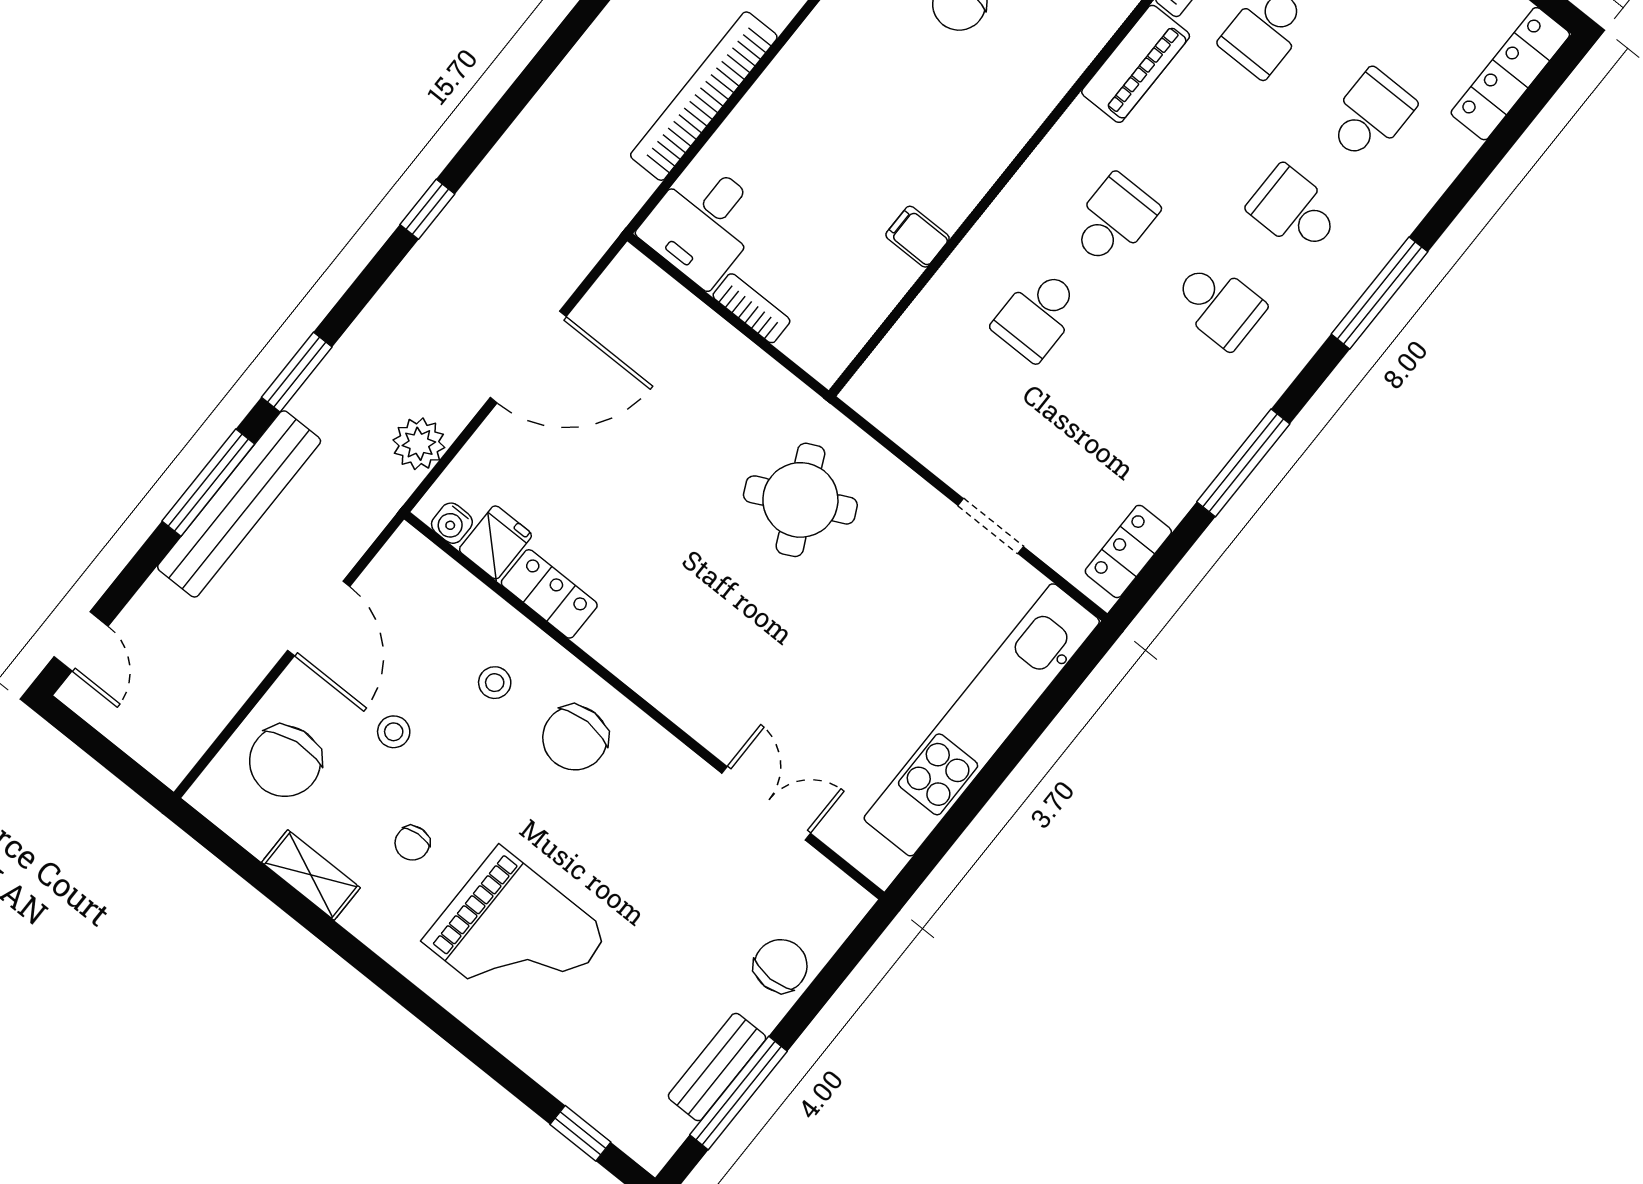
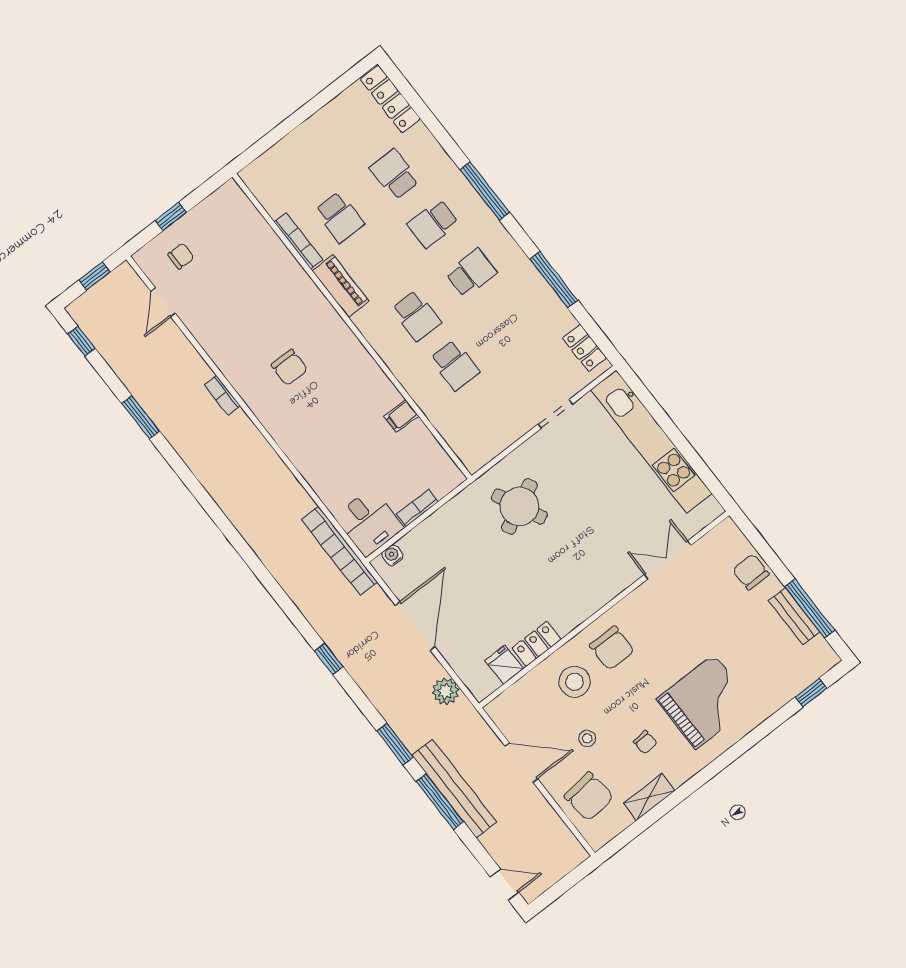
bookcase: (704, 96) -> (339, 551), moved
school desk: (1113, 220) -> (416, 316), turned 180
water cooler: (452, 523) -> (392, 555), moved, turned 180
stool: (495, 683) -> (575, 682), width x1.89, depth x1.89

